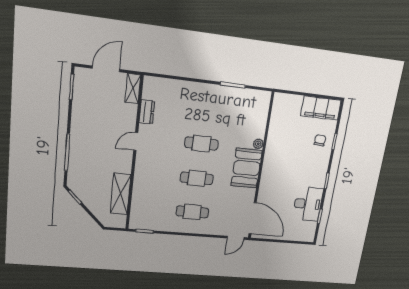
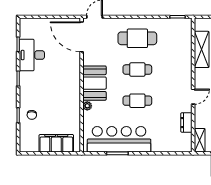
bar counter: (228, 101) -> (119, 139), added
filing cabinet: (321, 108) -> (56, 143), moved
cafe table: (192, 212) -> (137, 38), width x1.37, depth x1.35

